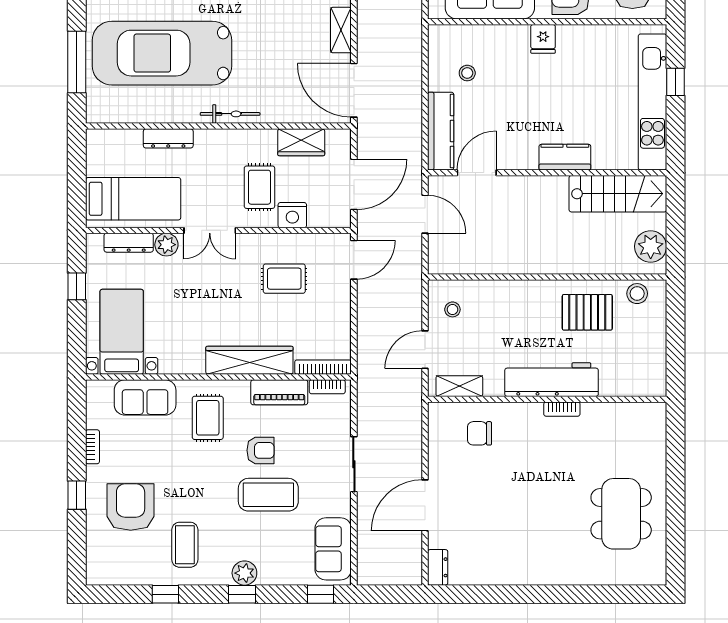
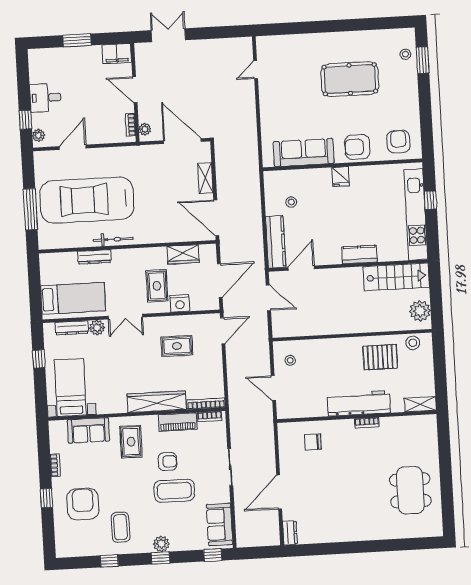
bicycle: (230, 114) -> (113, 239), moved
door: (425, 350) -> (273, 388), hinge flipped
shelving: (459, 386) -> (420, 404), moved

